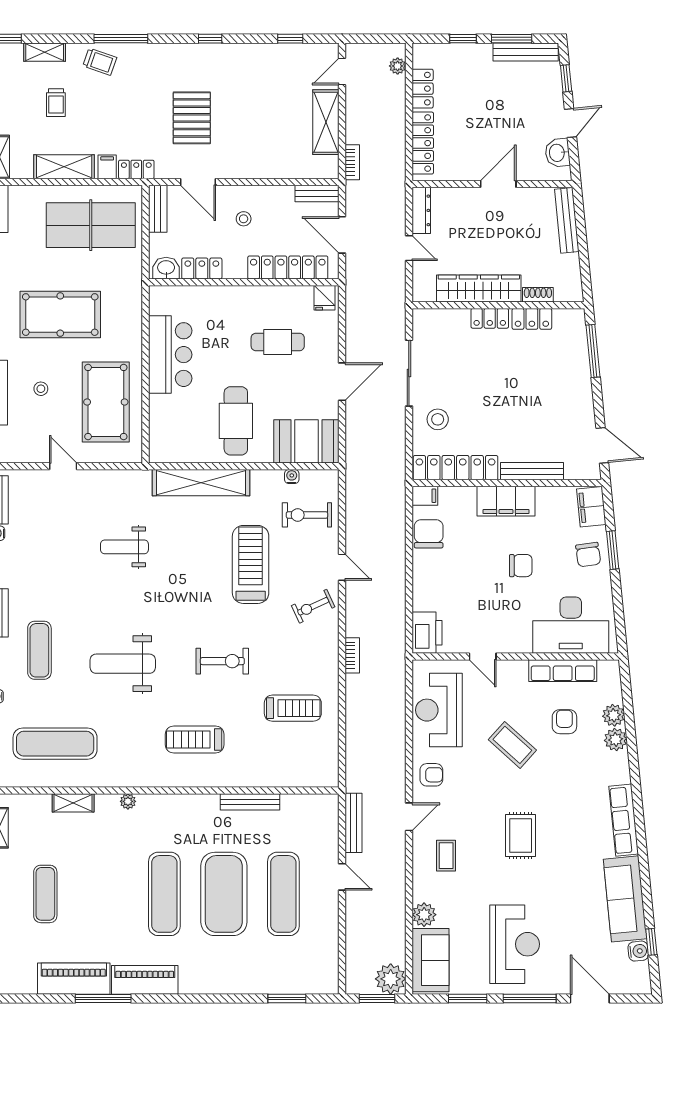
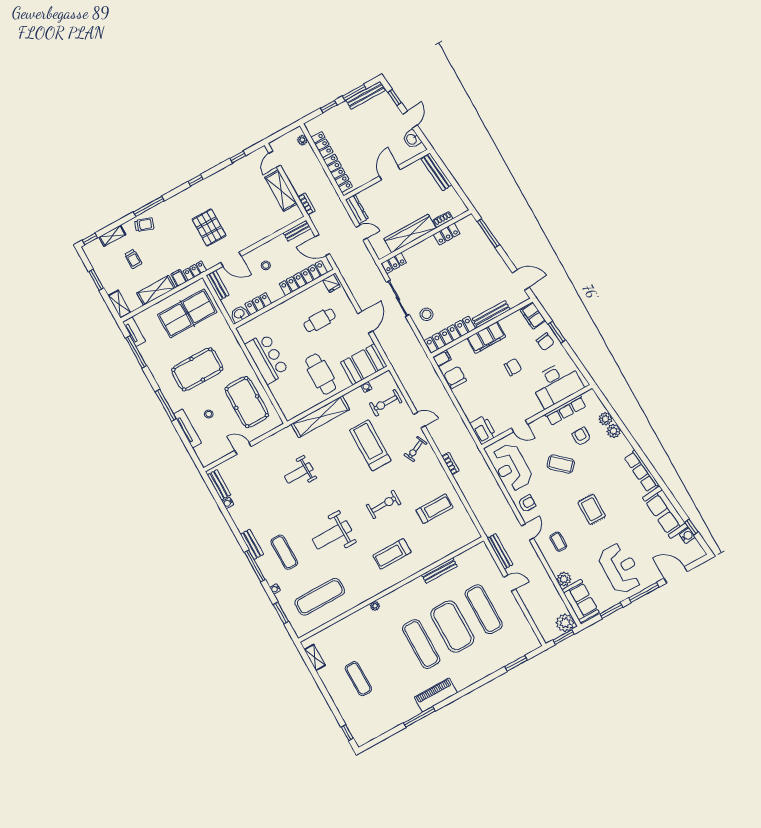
locker: (490, 318) -> (394, 263), moved
shelving: (73, 803) -> (346, 623), removed
piano: (74, 979) -> (398, 715), removed

